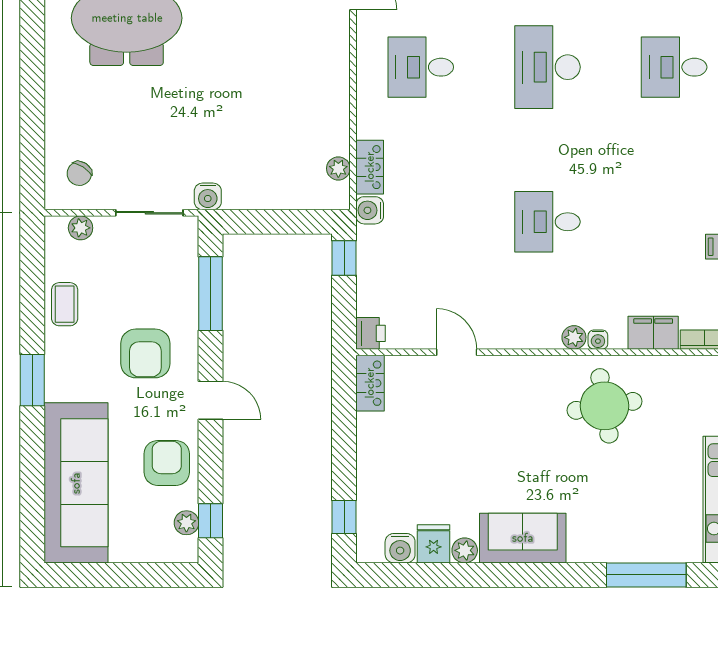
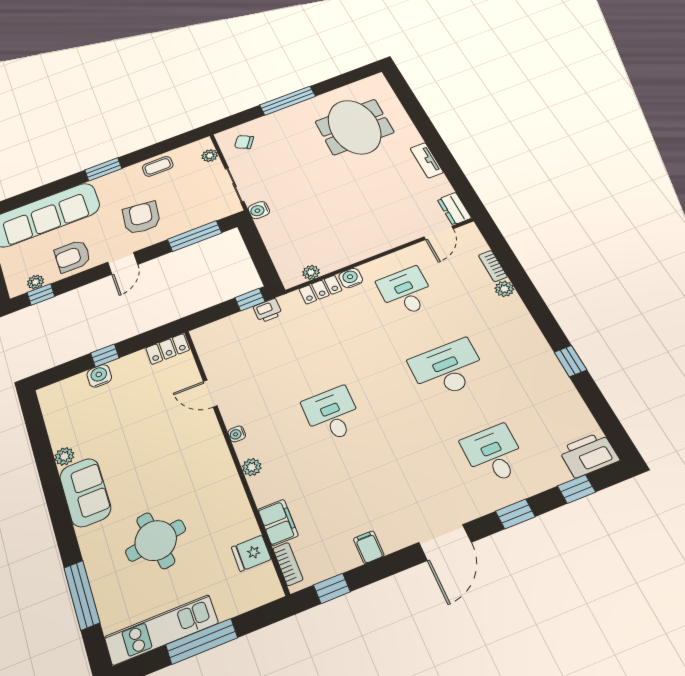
window: (32, 87) -> (288, 101), added
water cooler: (370, 210) -> (351, 278), moved
printer: (370, 333) -> (268, 311), moved
water cooler: (598, 340) -> (237, 434), moved
door: (457, 352) -> (210, 394), swing flipped
armchair: (145, 353) -> (141, 218), turned 97
round table: (604, 406) -> (156, 540), moved
armchair: (167, 463) -> (73, 256), turned 180
window: (344, 517) -> (105, 356), moved
fridge: (434, 544) -> (251, 553), moved, turned 180
water cooler: (400, 548) -> (99, 376), moved, turned 90

